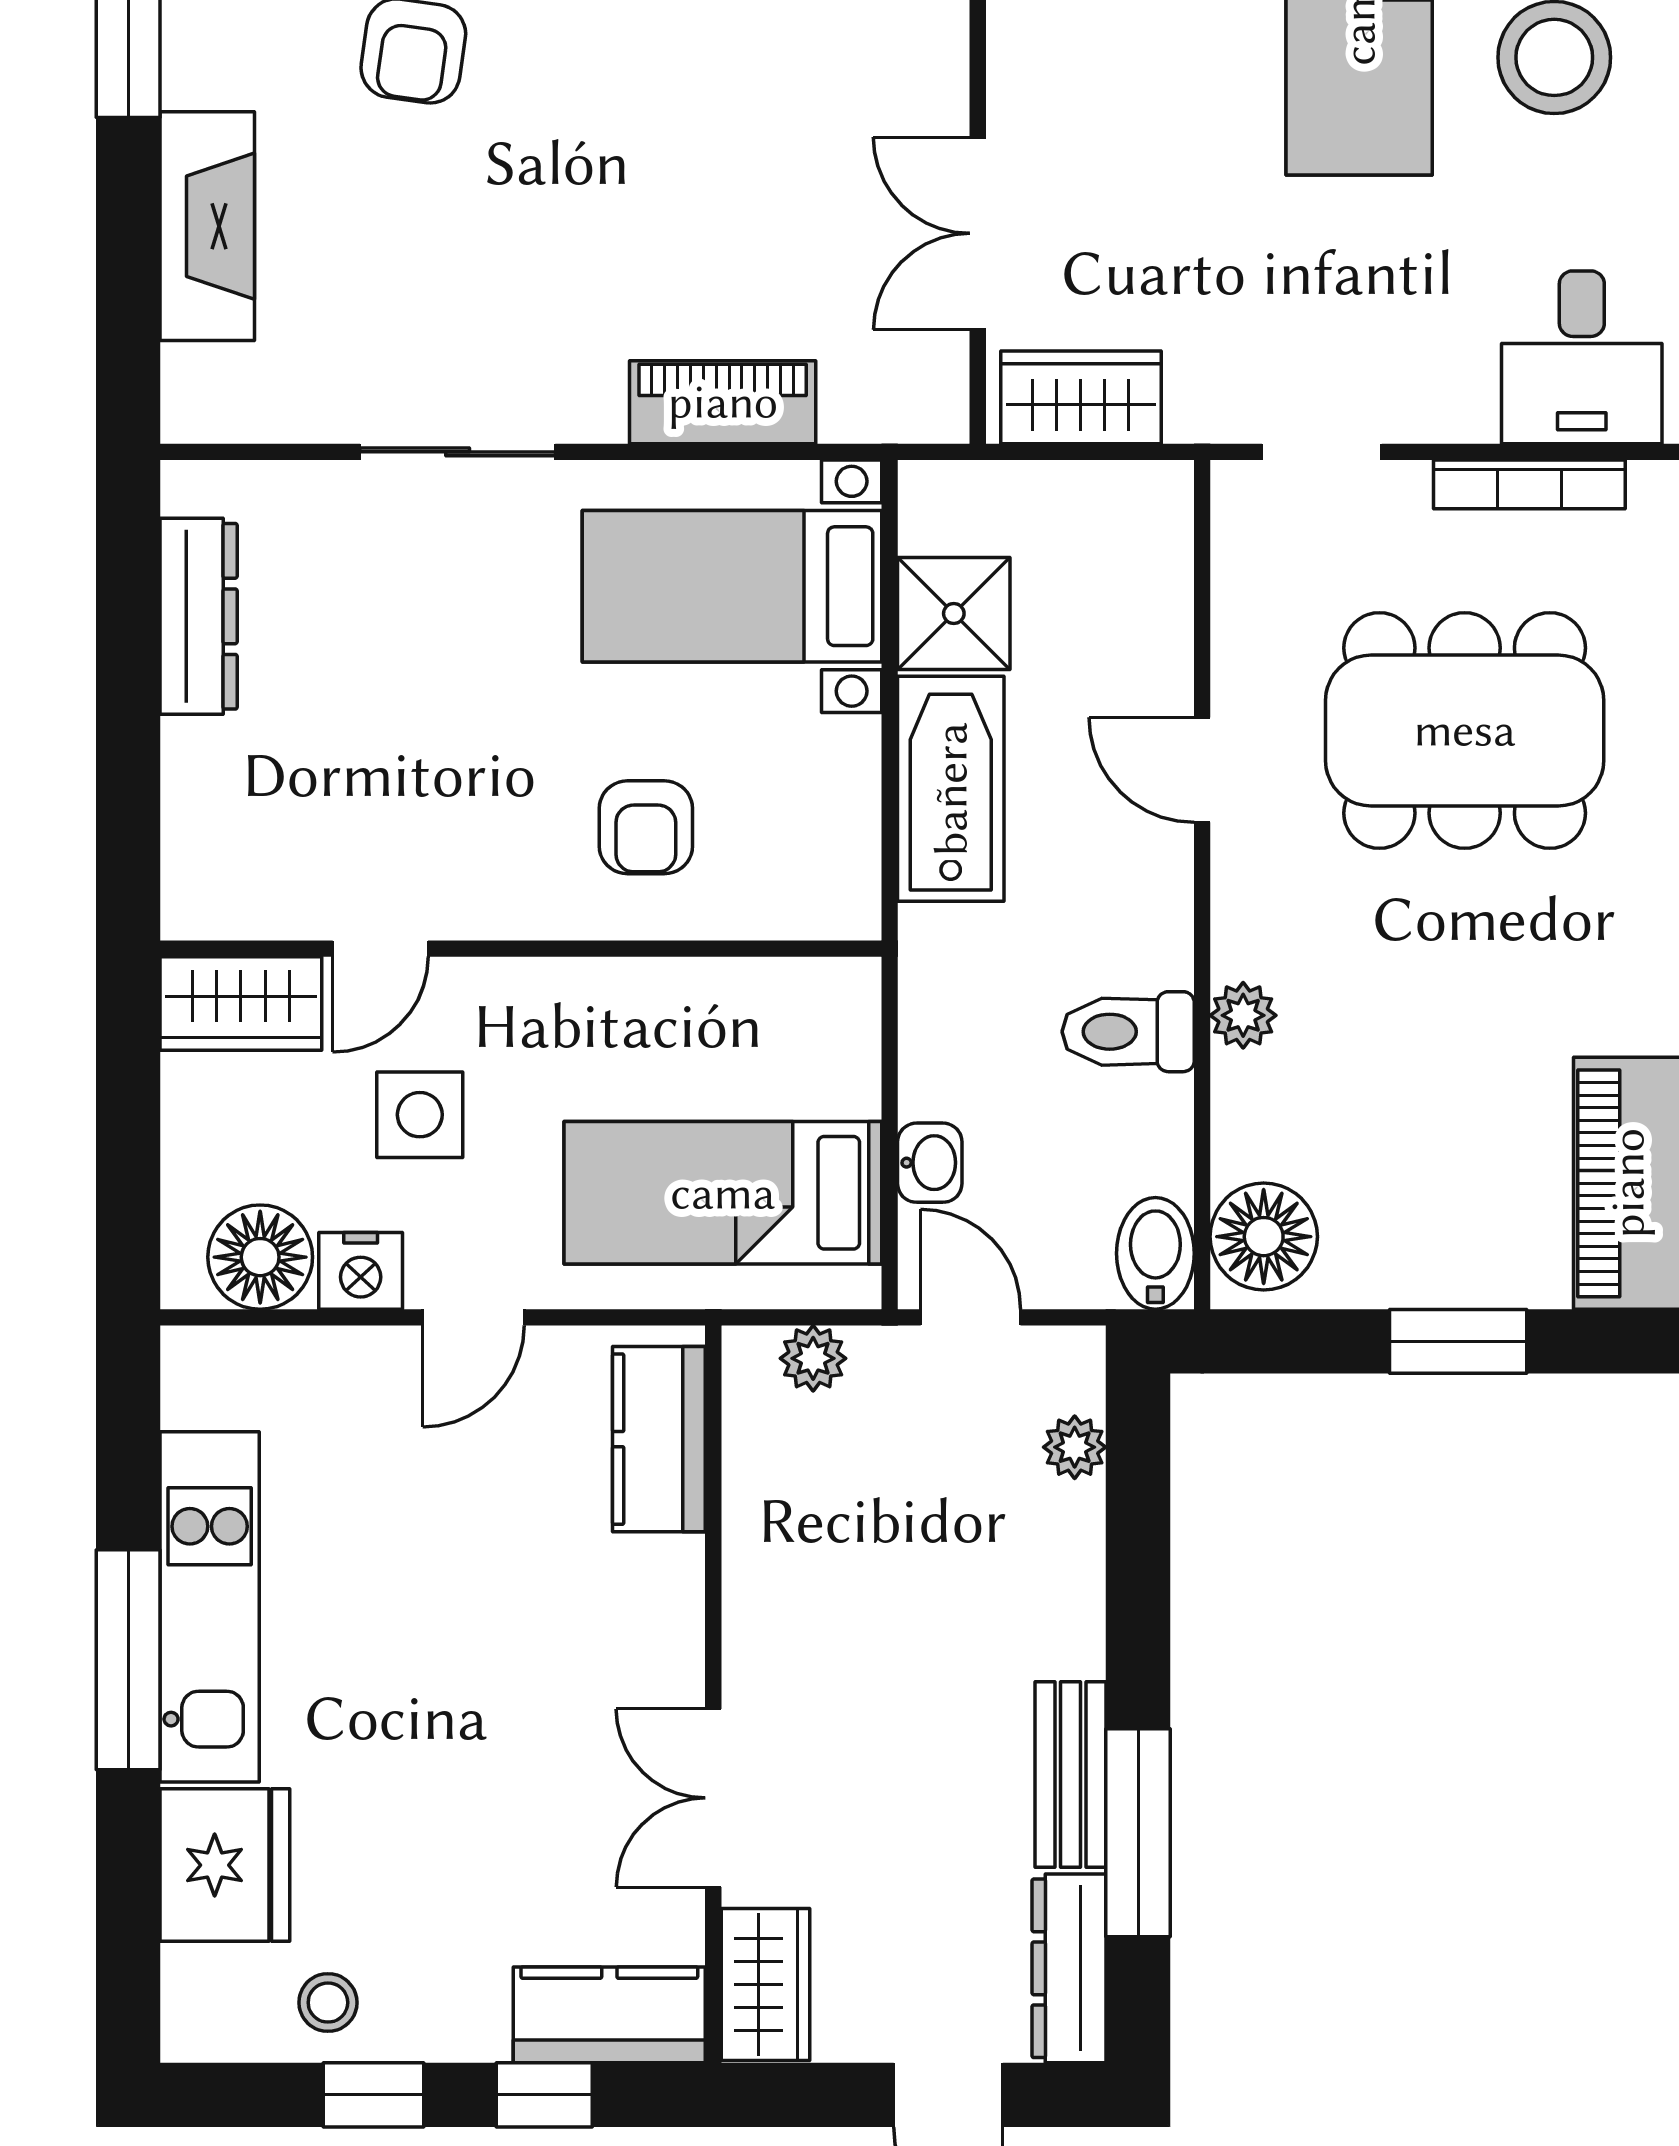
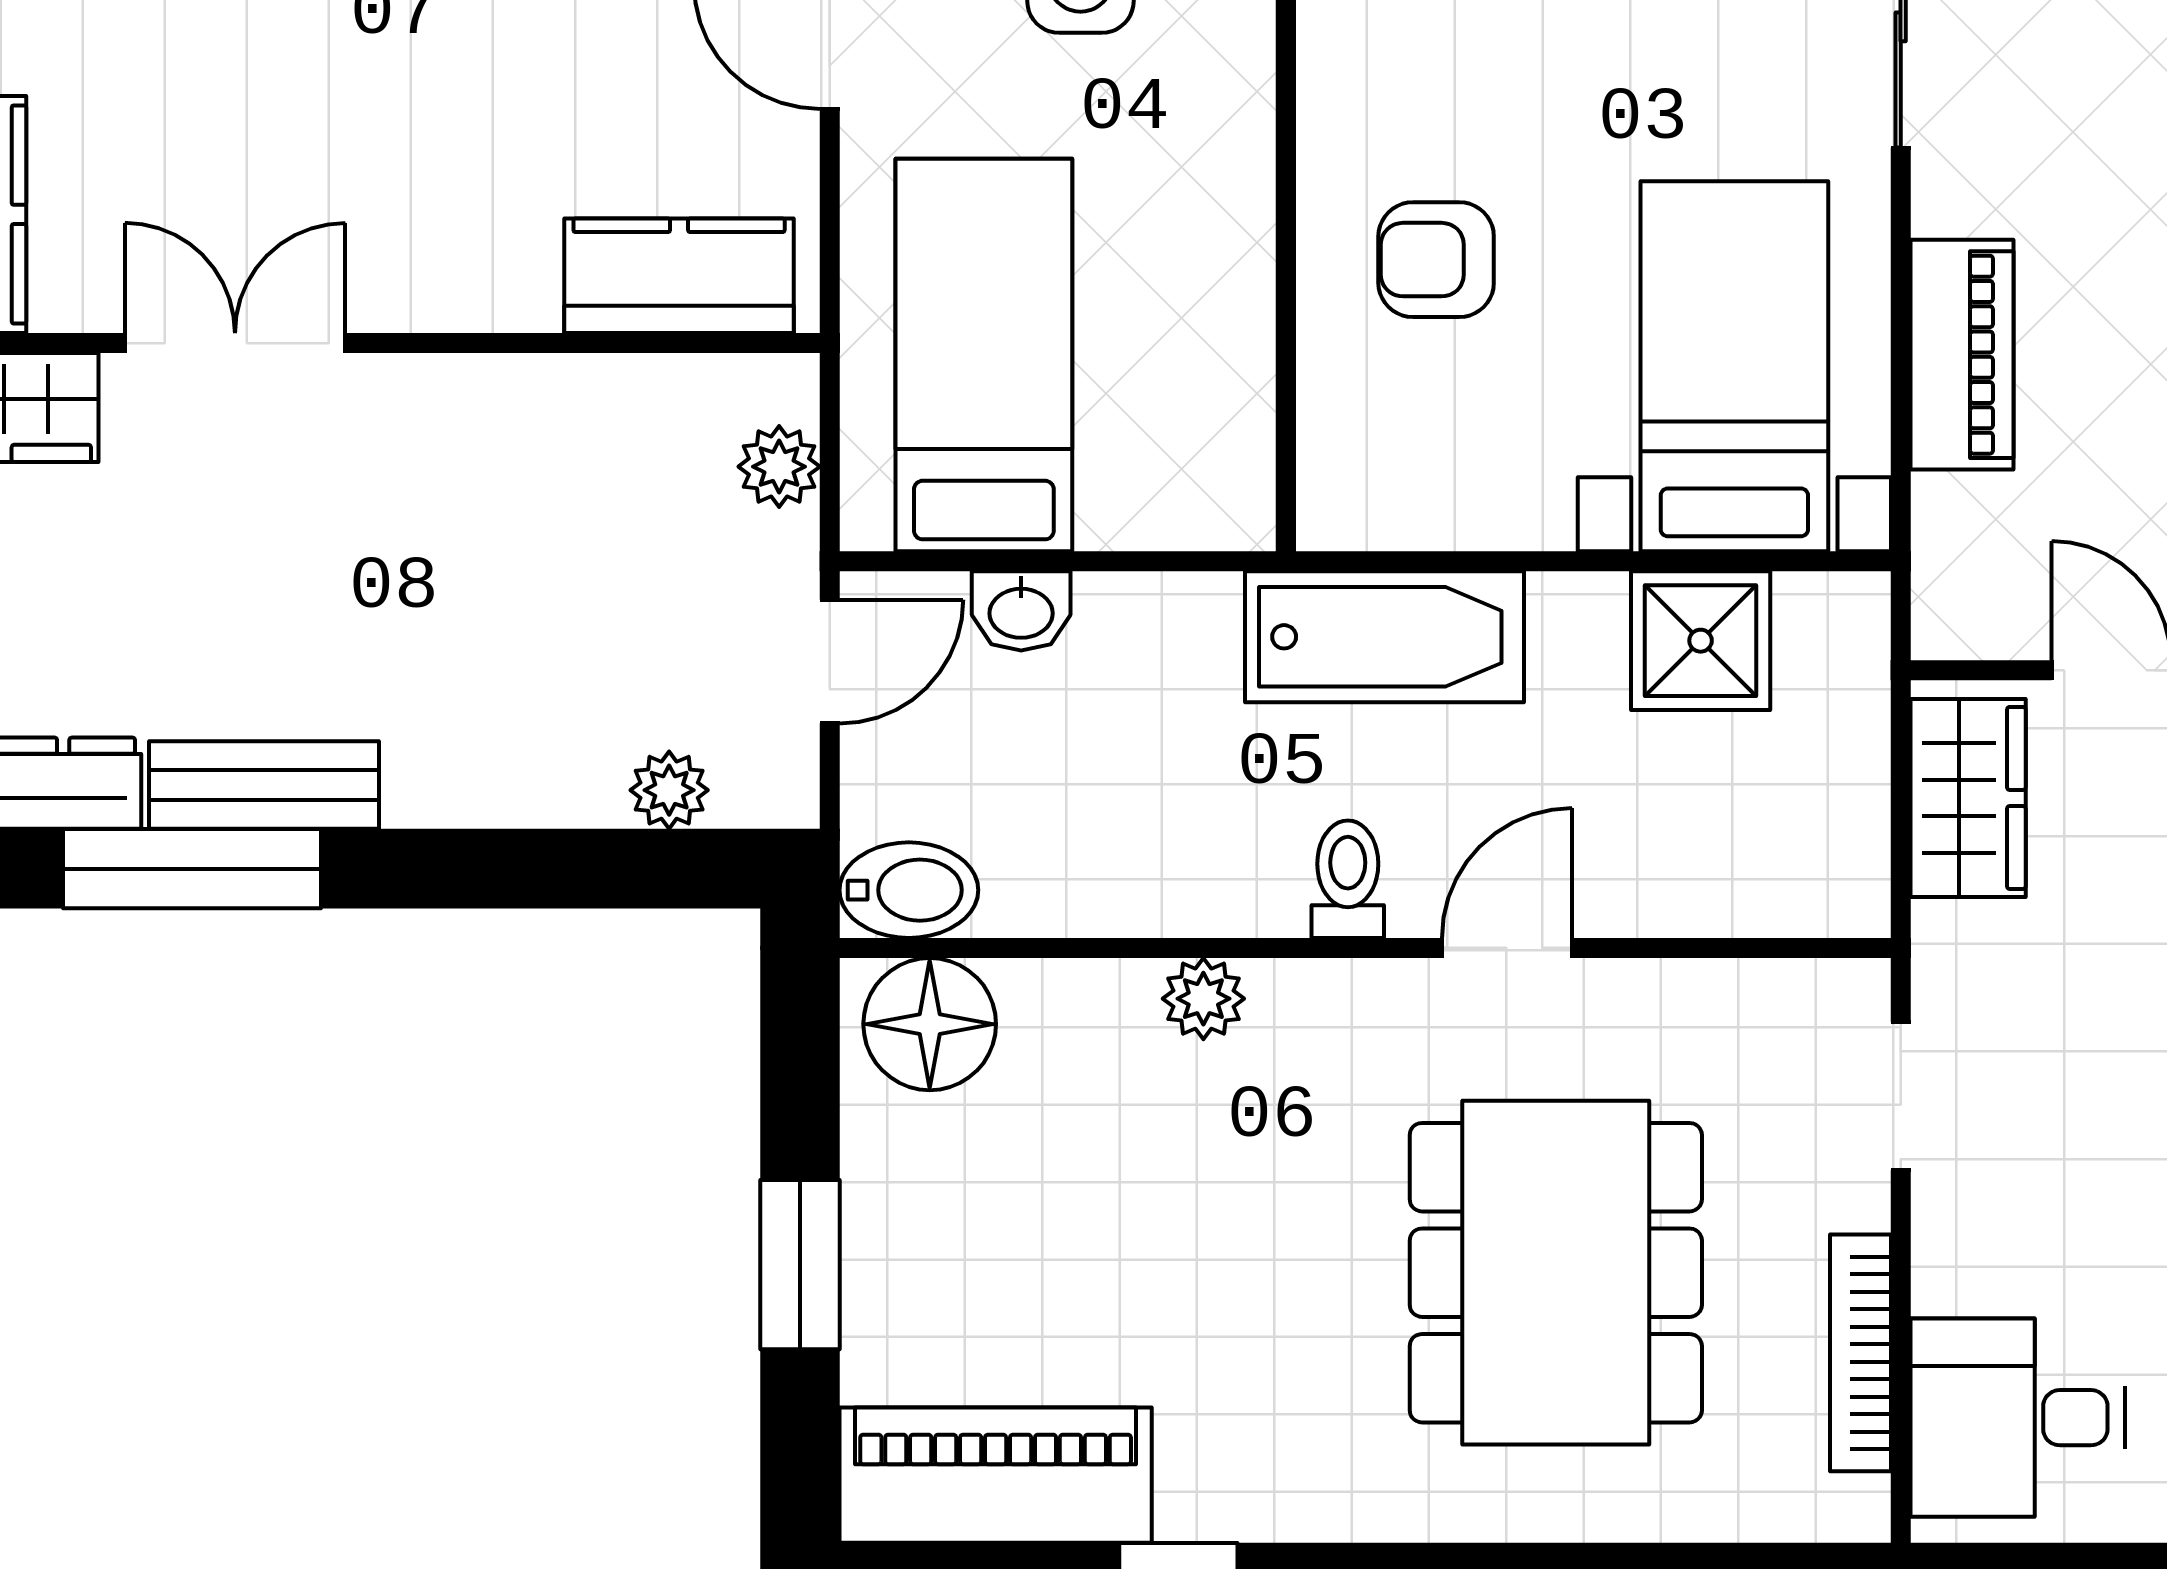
bathtub: (951, 789) -> (1384, 637), moved
toilet: (1128, 1032) -> (1348, 879), moved, width x0.73, depth x0.72

